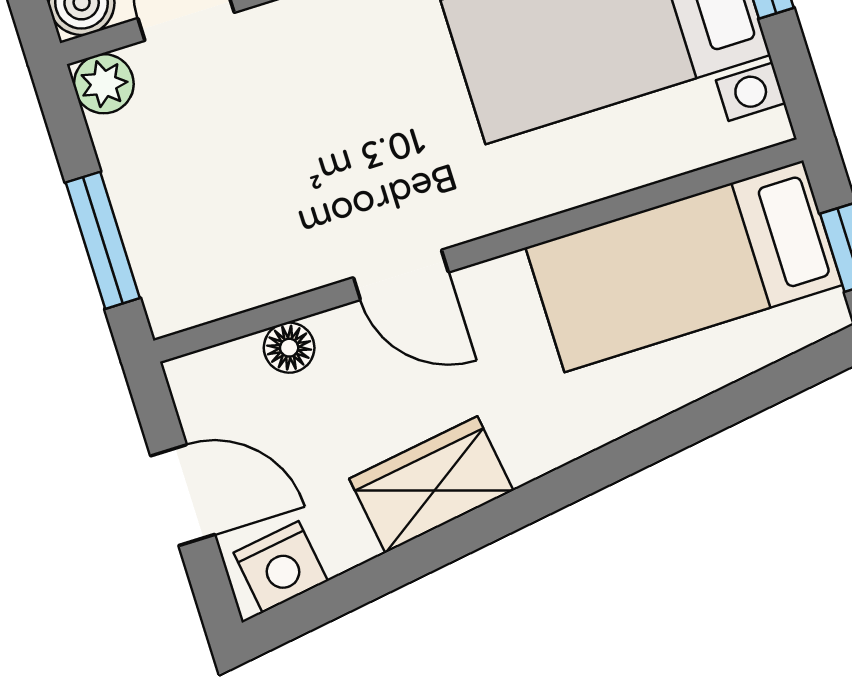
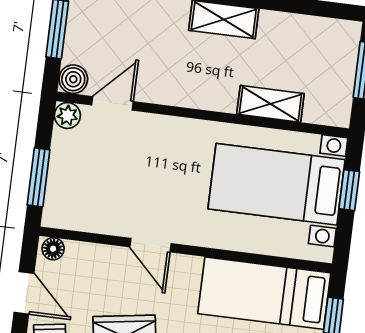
floor lamp: (289, 348) -> (53, 249), moved

